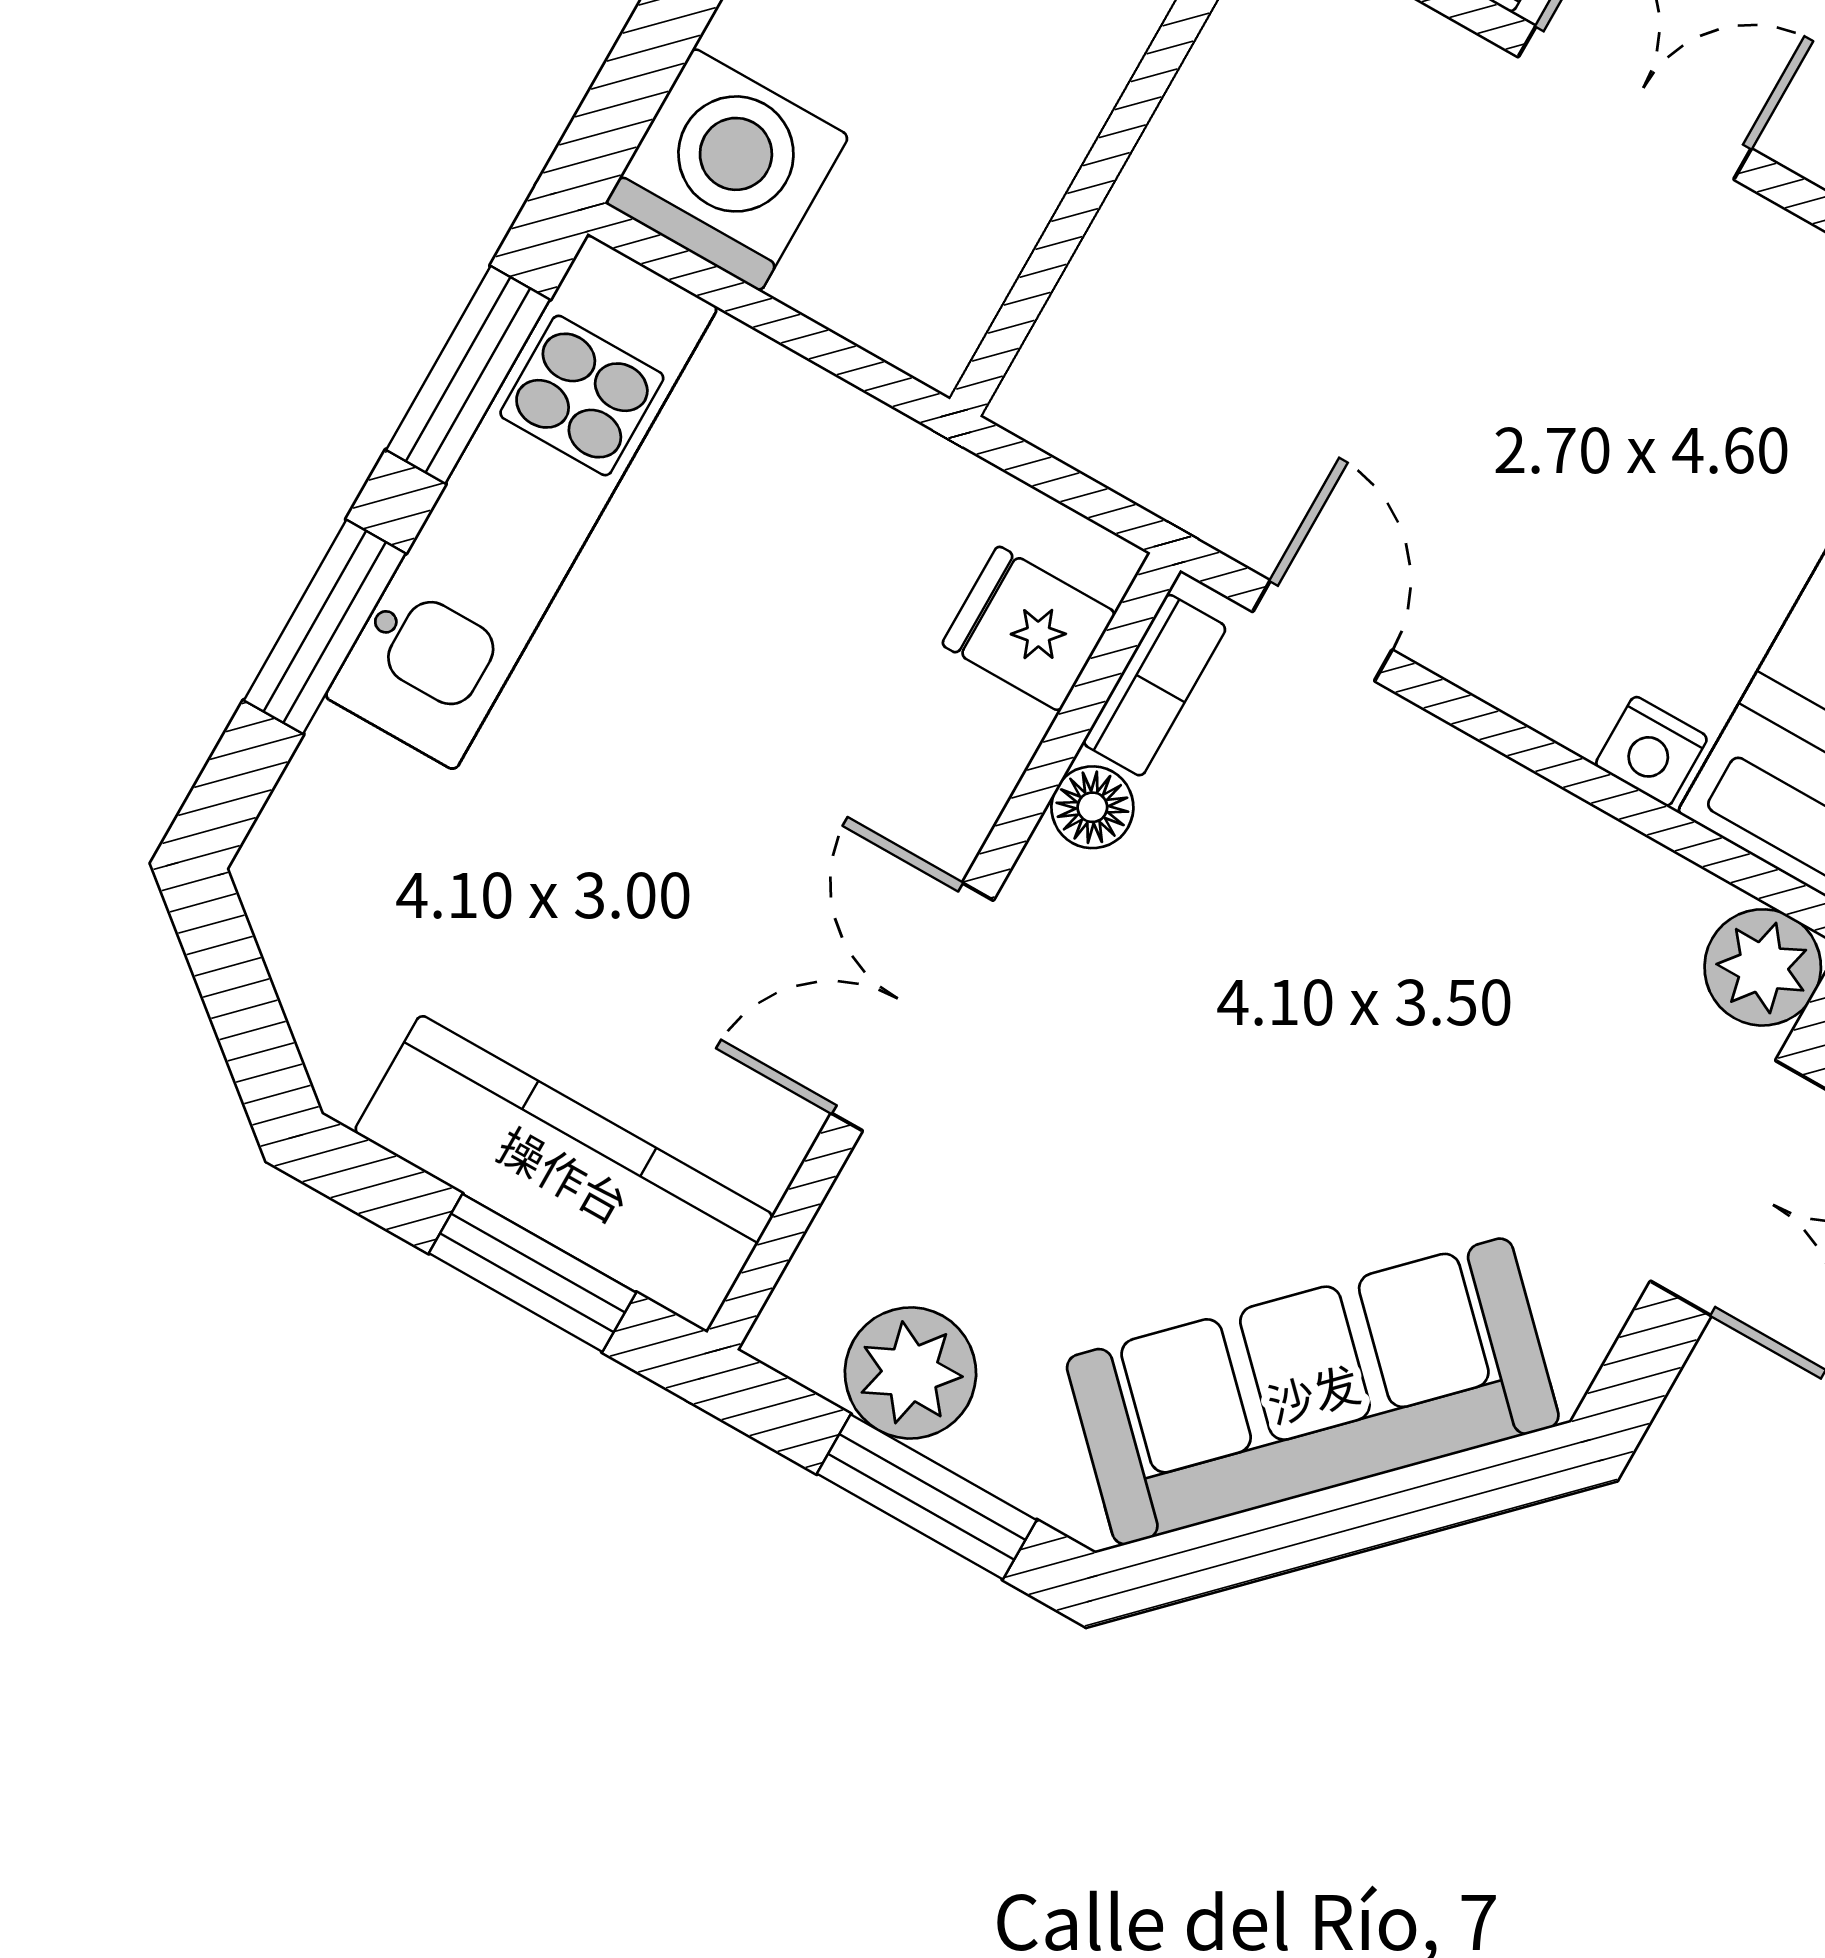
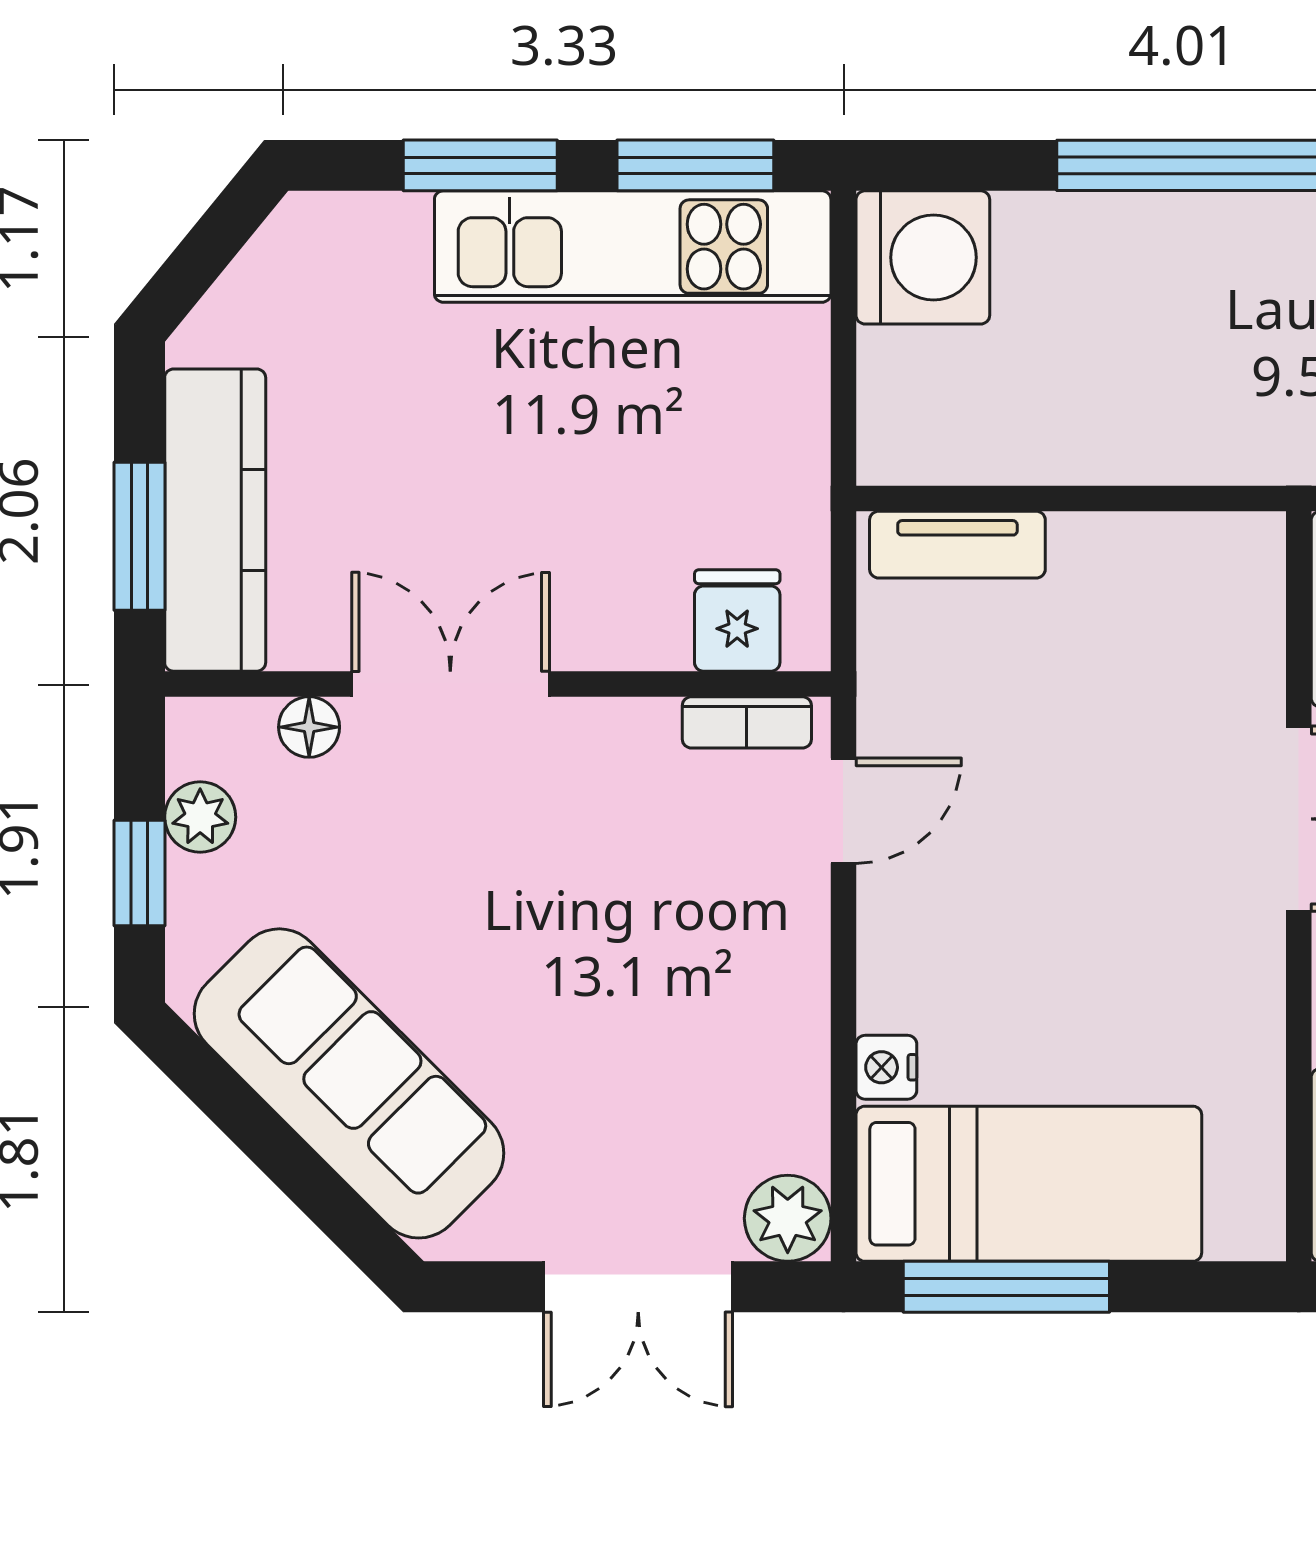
tv unit: (1086, 320) -> (957, 545), added
floor lamp: (1092, 807) -> (309, 727), moved
plant: (910, 1373) -> (200, 817), width x0.73, depth x0.73
window: (927, 1497) -> (139, 873), width x0.67

